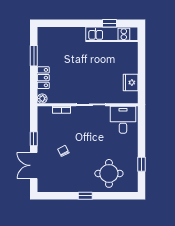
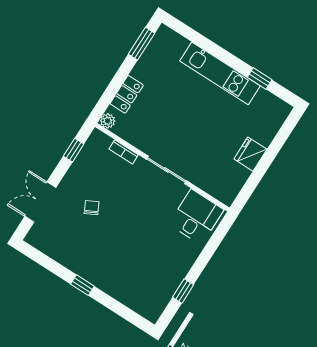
kitchen unit: (112, 34) -> (220, 73), moved
window: (34, 56) -> (142, 44), moved
fridge: (131, 83) -> (250, 154), moved
window: (34, 139) -> (74, 150), moved
round table: (109, 173) -> (133, 276), removed

